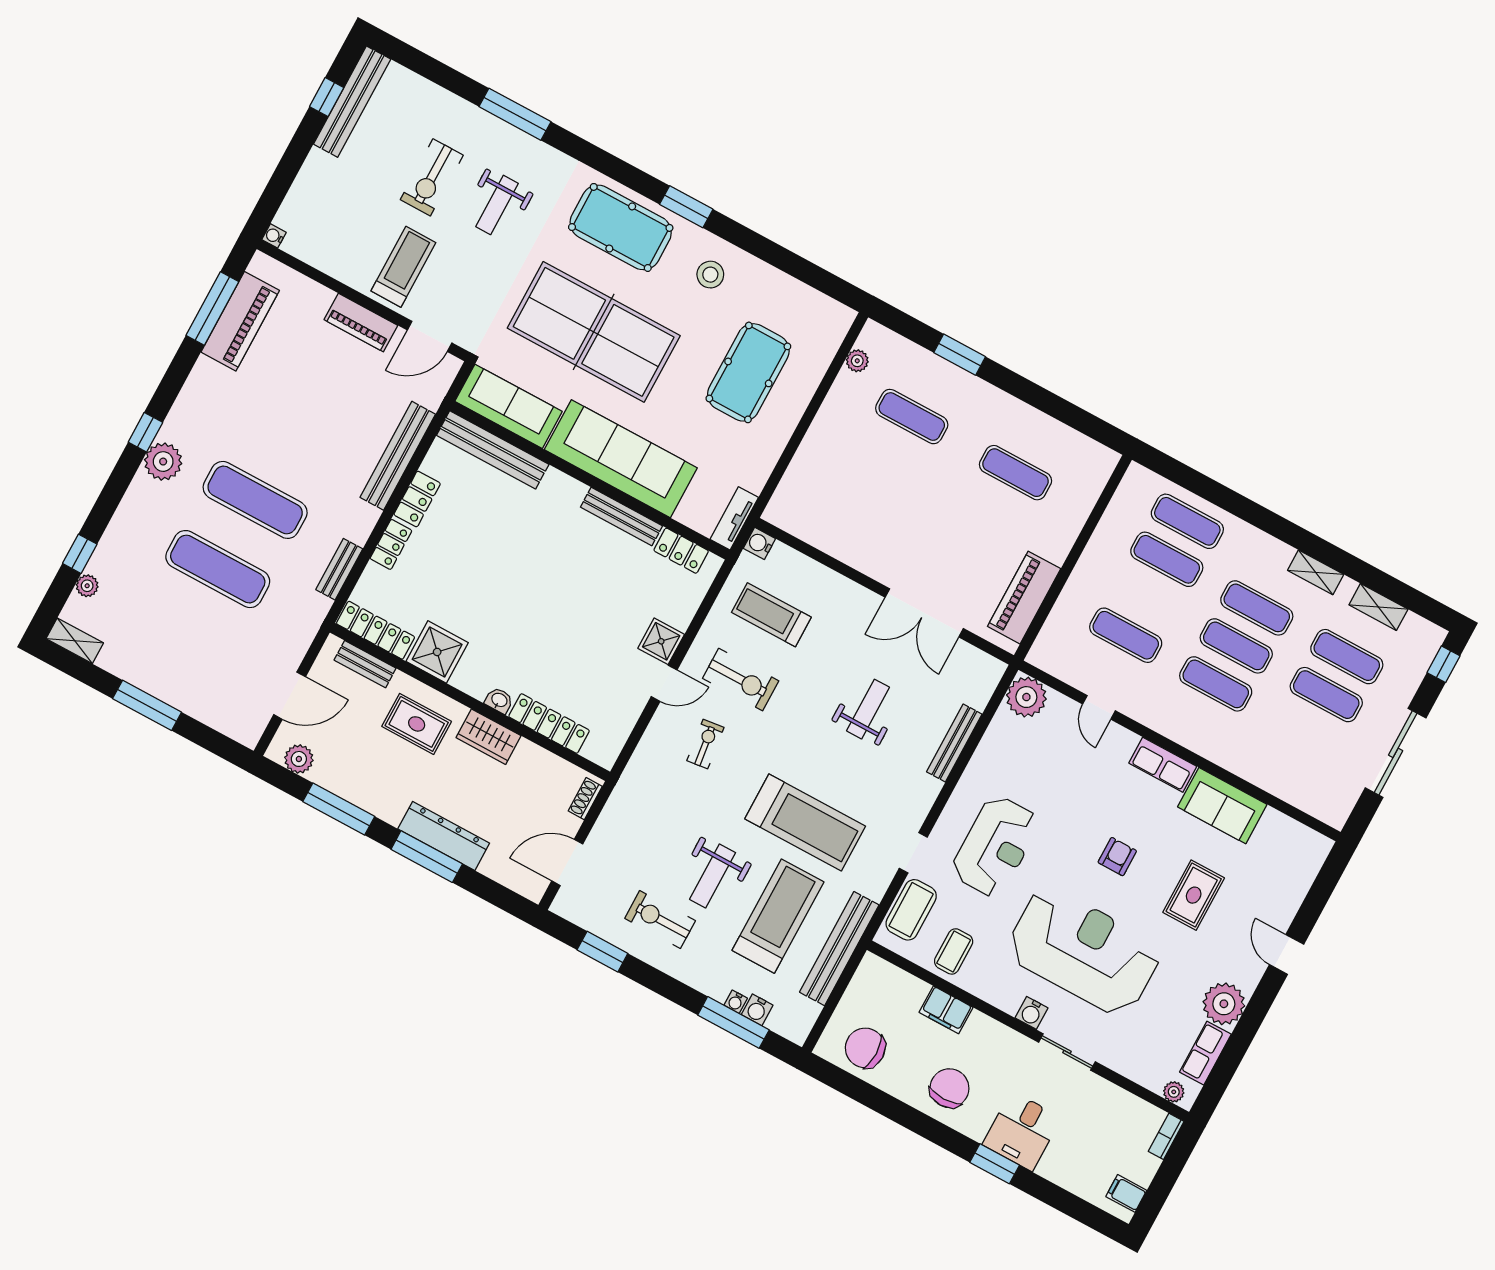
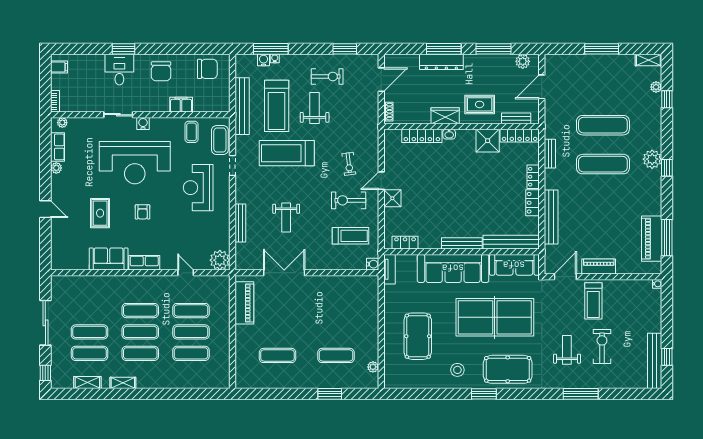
bench: (622, 516) -> (462, 243), moved
exercise mat: (1187, 521) -> (191, 332), moved
plant: (1224, 1004) -> (56, 168), width x0.53, depth x0.53

